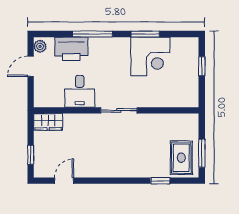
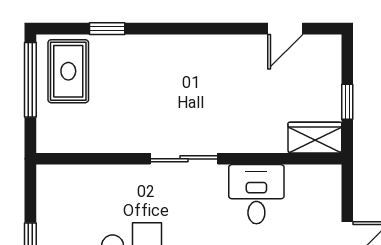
window: (202, 153) -> (30, 80), width x1.44
window: (31, 155) -> (347, 102), moved

